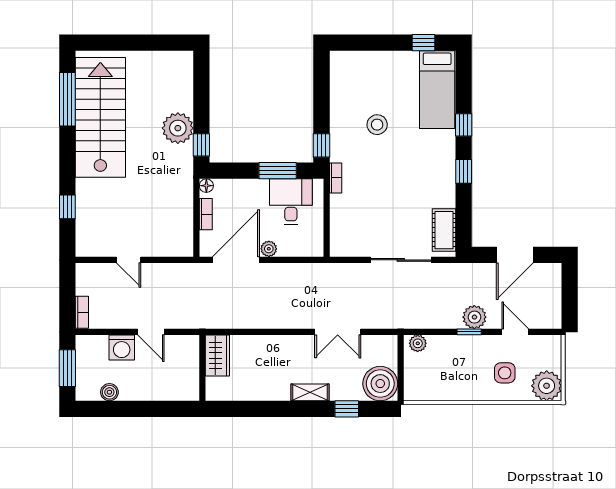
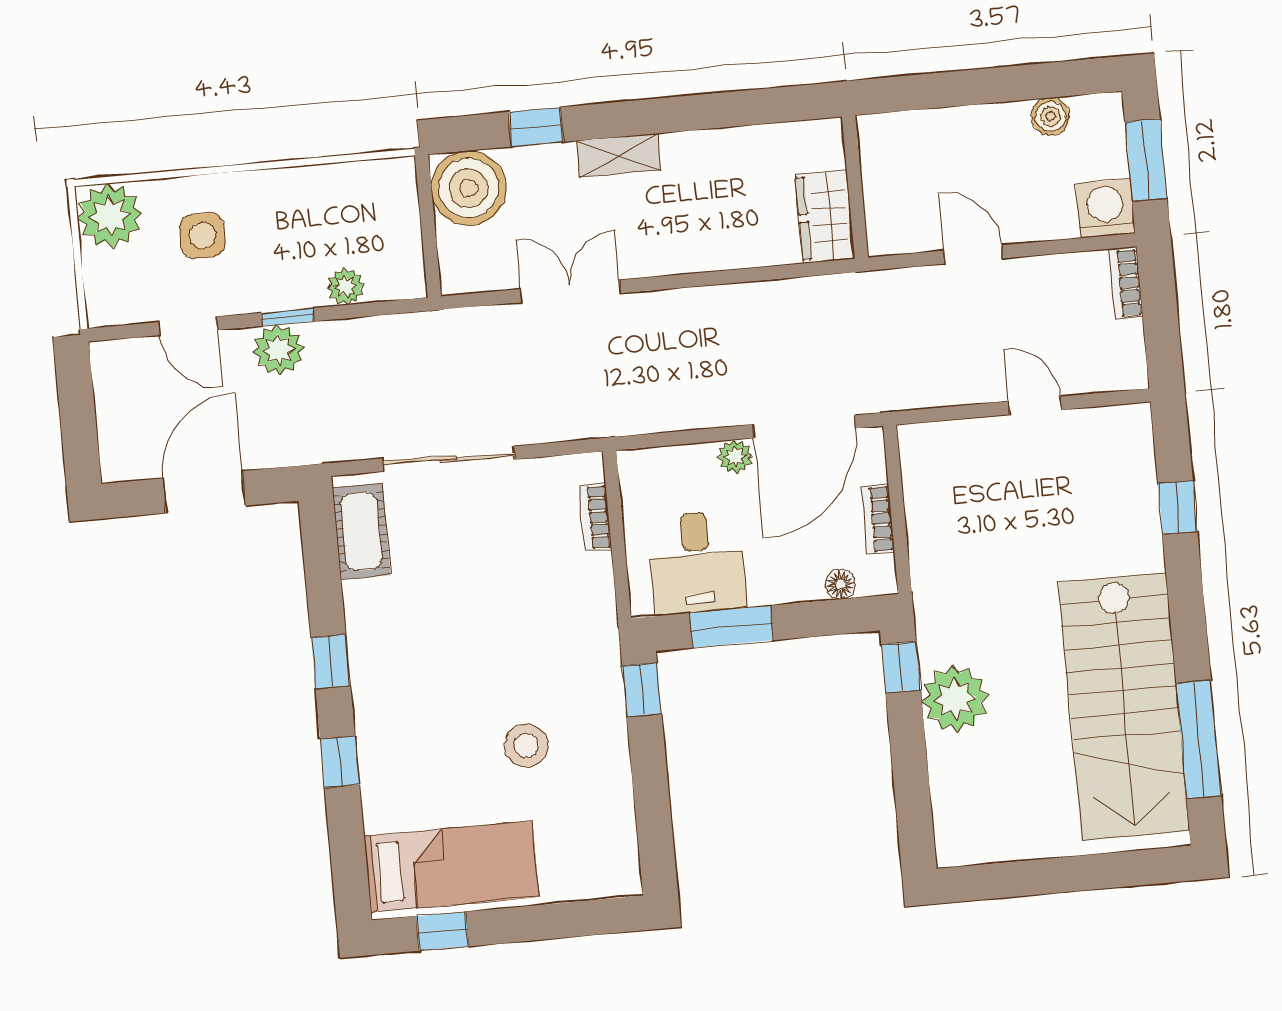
bed: (437, 90) -> (451, 867), moved, turned 90
bookcase: (336, 178) -> (596, 517), moved
floor lamp: (206, 186) -> (840, 584), moved
plant: (418, 343) -> (346, 287), moved
washing machine: (122, 348) -> (1105, 208), moved

